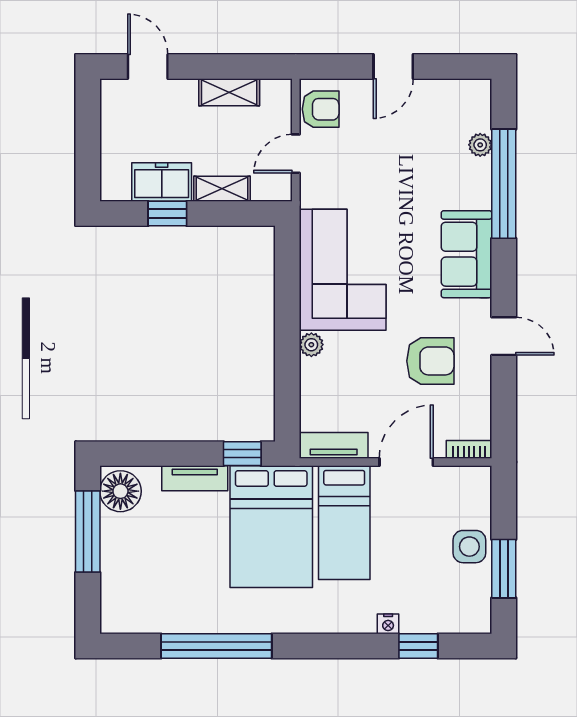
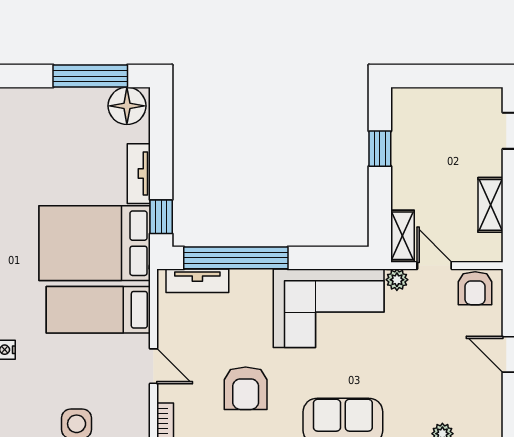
freezer: (162, 182) -> (409, 143), removed
shelving: (222, 189) -> (403, 236), moved
plant: (311, 345) -> (397, 280), moved
window: (287, 372) -> (236, 258), added
tv unit: (334, 445) -> (197, 281), moved, turned 90
door: (406, 462) -> (153, 366), width x0.73

